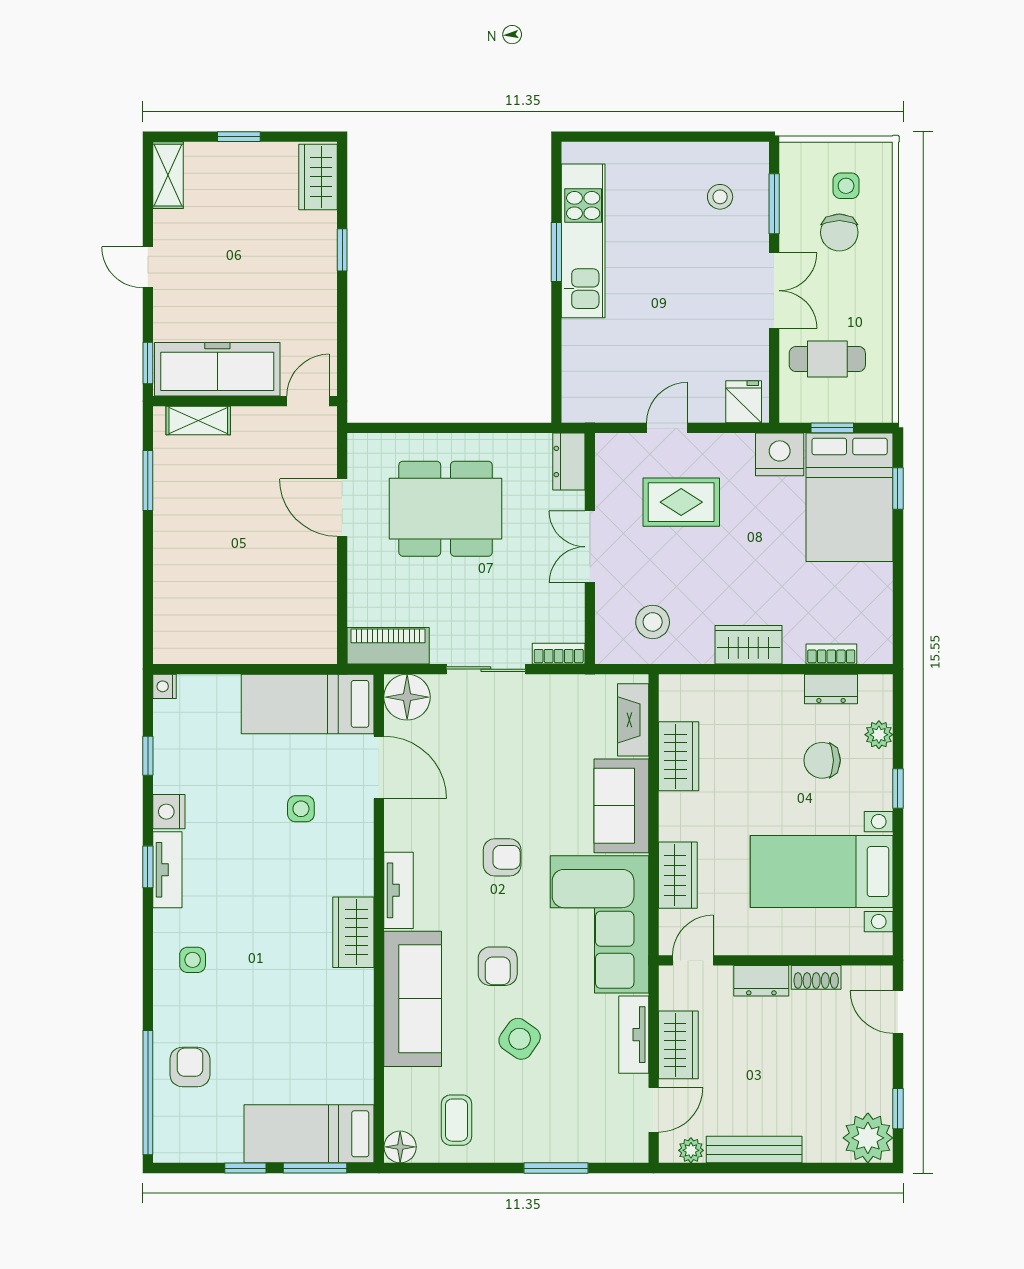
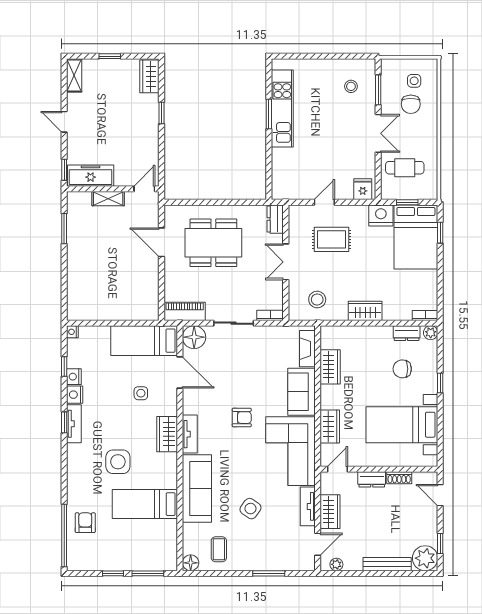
freezer: (217, 369) -> (91, 176), width x0.73, depth x0.79
shelving: (198, 421) -> (108, 199), moved
bookcase: (831, 654) -> (425, 316), moved
plant: (879, 735) -> (431, 333), moved
nightstand: (167, 776) -> (74, 377), added
wardrobe: (353, 932) -> (167, 434), moved
side table: (193, 960) -> (118, 462), moved, width x1.87, depth x1.87
armchair: (498, 966) -> (240, 472), removed
bed: (309, 1134) -> (145, 504), moved
bench: (754, 1150) -> (387, 564), moved

